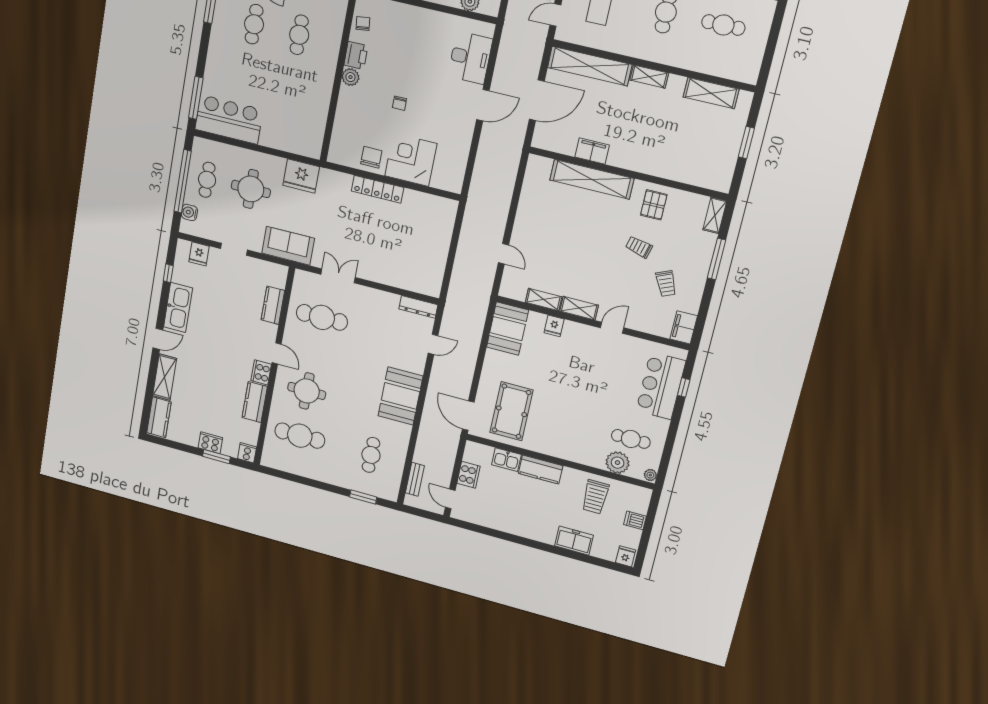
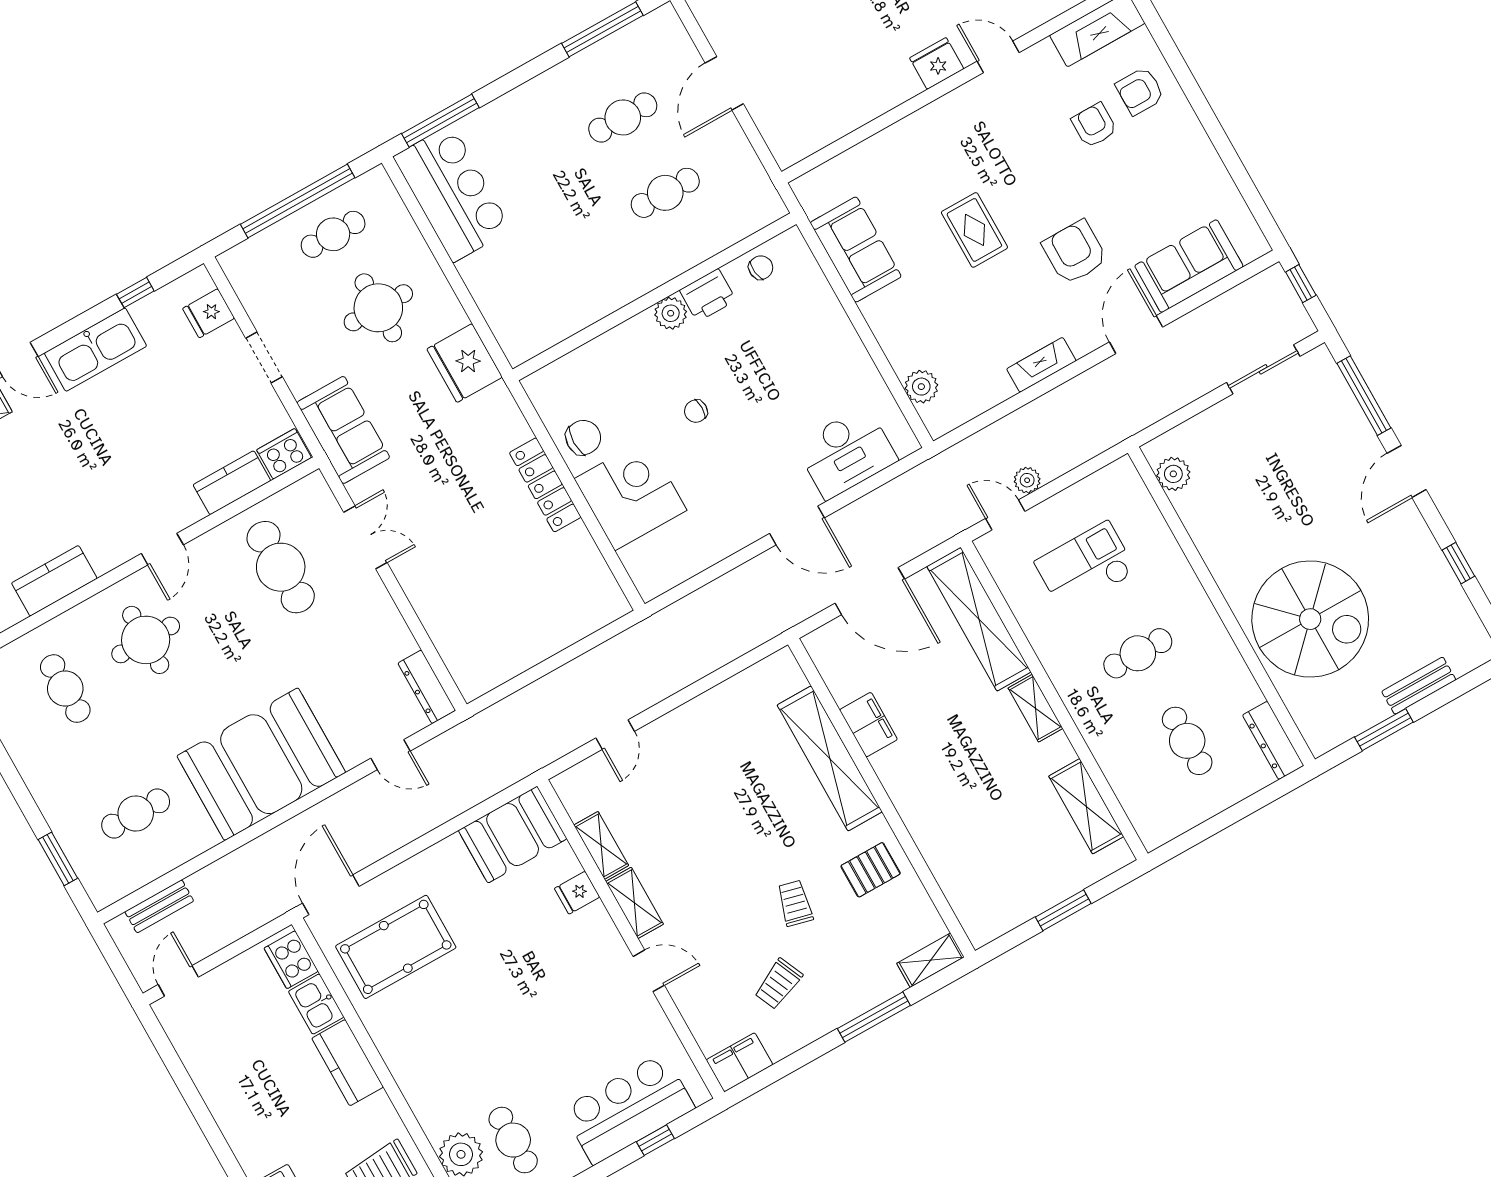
water cooler: (189, 212) -> (259, 249), removed
cooker: (261, 372) -> (284, 454), moved
booth: (401, 396) -> (261, 764), width x1.36, depth x1.42
cafe table: (300, 436) -> (65, 689), width x0.73, depth x0.74
cooker: (468, 475) -> (291, 960), moved, turned 90

